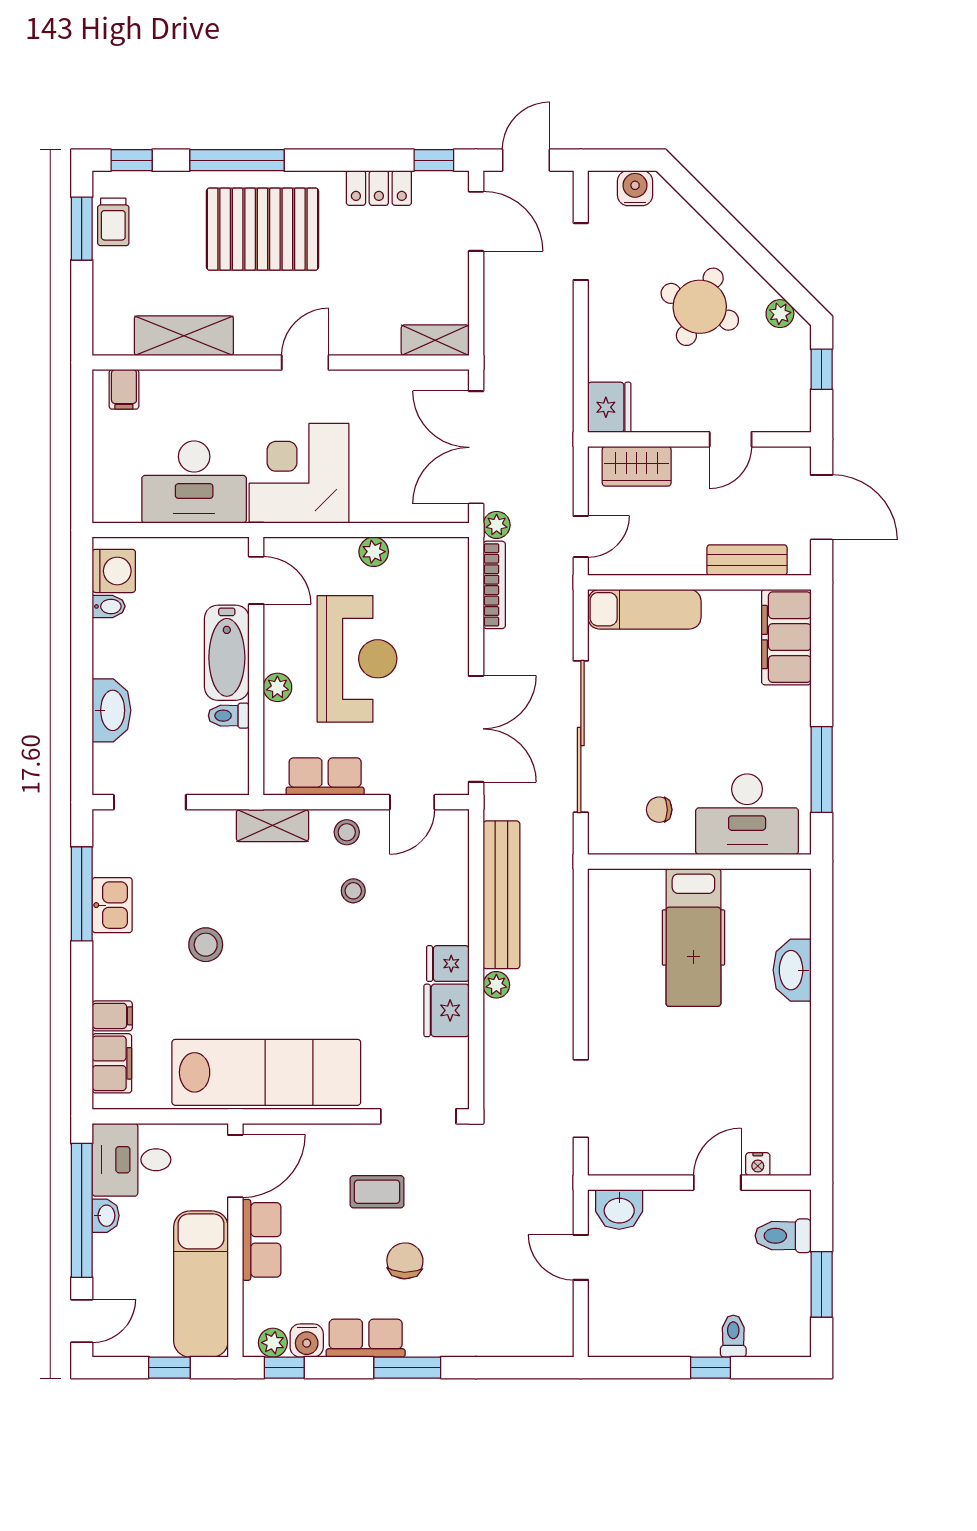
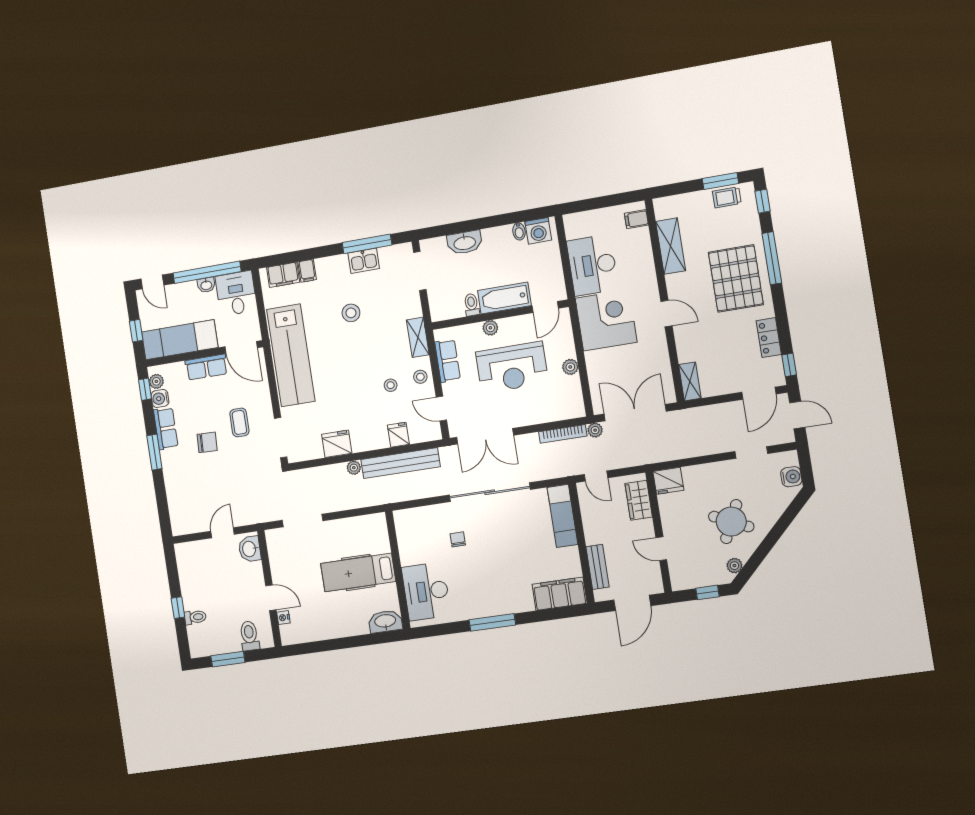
desk: (747, 814) -> (426, 591), moved
wall: (699, 862) -> (398, 570), moved
hospital bed: (693, 937) -> (358, 572), moved
fridge: (448, 964) -> (398, 435), moved

